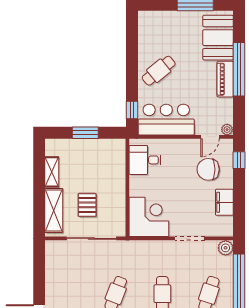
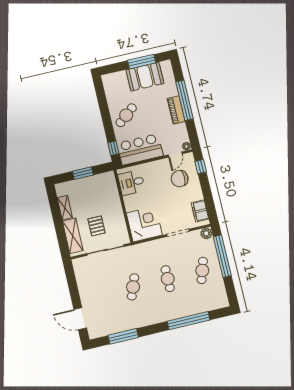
booth: (218, 38) -> (145, 77), moved, turned 90
filing cabinet: (224, 202) -> (200, 211), moved

